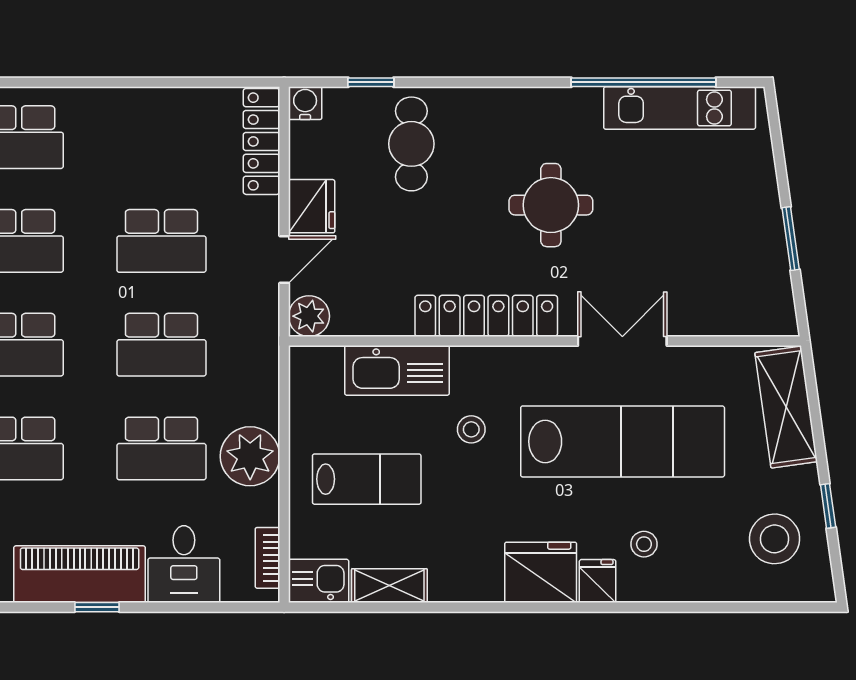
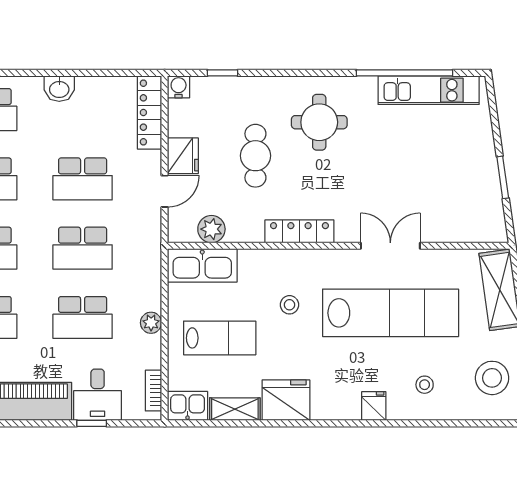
washbasin: (126, 106) -> (59, 89), added
cafe table: (411, 144) -> (255, 156), moved
round table: (551, 205) -> (319, 122), moved
plant: (309, 316) -> (211, 229), moved
locker: (486, 316) -> (299, 231), width x0.71, depth x0.83
kitchen sink: (397, 370) -> (202, 265), moved
plant: (250, 456) -> (151, 323), width x0.53, depth x0.53
stool: (644, 544) -> (425, 385), moved
fridge: (541, 572) -> (286, 400), moved
window: (97, 607) -> (92, 423), moved

